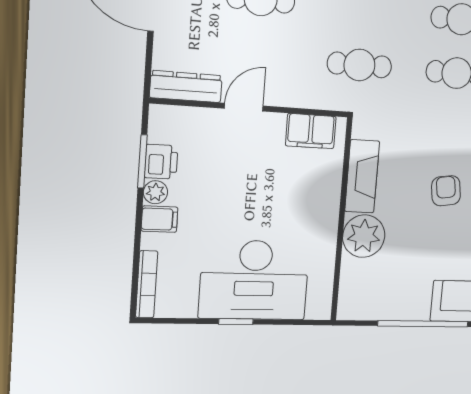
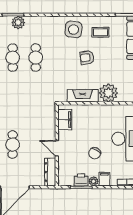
cafe table: (359, 65) -> (36, 101), removed
chair: (225, 198) -> (95, 153), added

